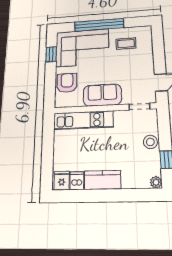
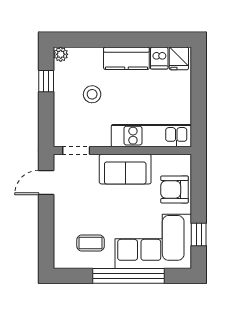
armchair: (67, 83) -> (175, 190), turned 90
stool: (150, 142) -> (92, 94), moved

